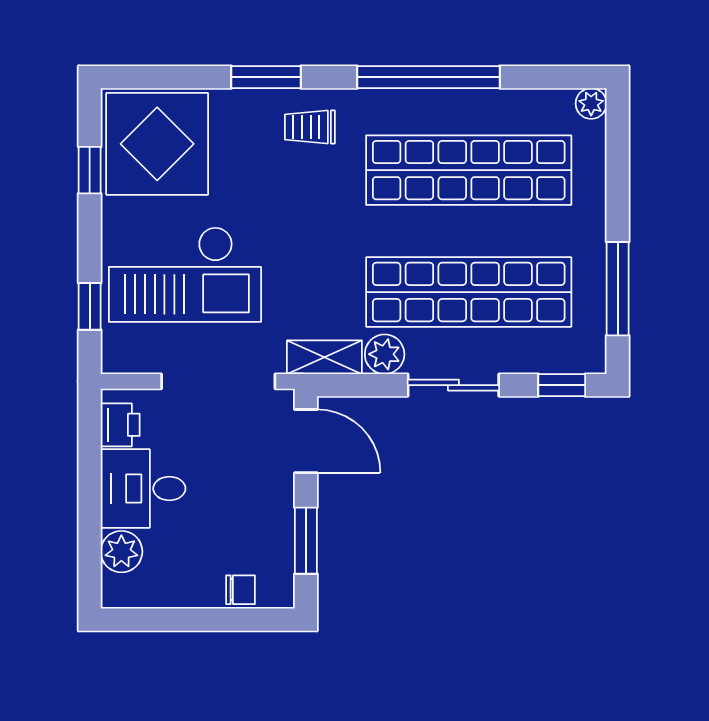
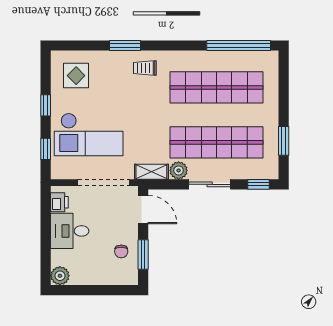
window: (429, 77) -> (239, 46), moved
plant: (591, 104) -> (272, 57), removed
display table: (157, 144) -> (76, 76), width x0.54, depth x0.54
window: (90, 170) -> (46, 105), moved
window: (618, 289) -> (284, 141), width x0.69
plant: (121, 552) -> (60, 276), moved
chair: (240, 590) -> (121, 251), moved, turned 90

